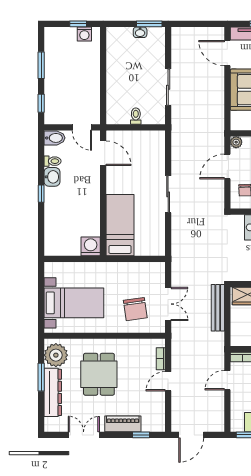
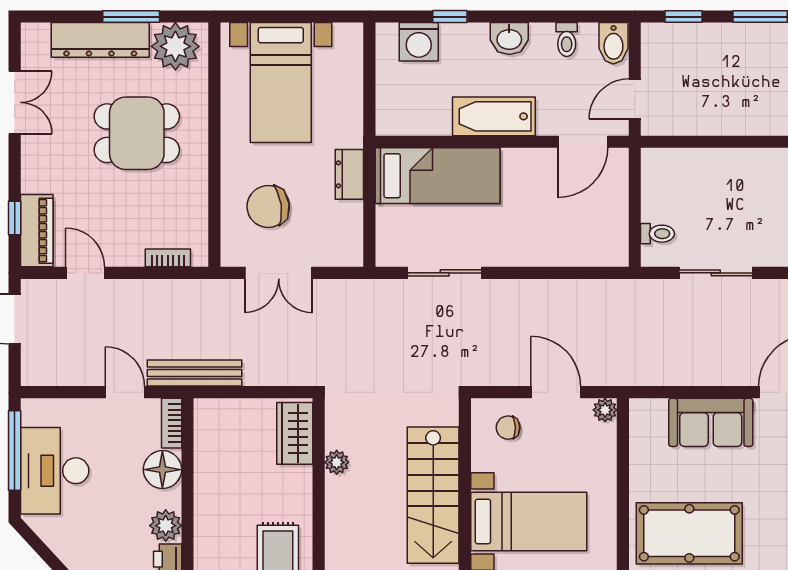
toilet: (136, 116) -> (657, 234), moved
washbasin: (52, 177) -> (509, 39), moved
window: (41, 194) -> (450, 17), moved
sliding door: (168, 194) -> (445, 273), moved
bathtub: (91, 197) -> (494, 116), added
washing machine: (91, 246) -> (419, 42), moved, turned 90
dresser: (119, 269) -> (349, 174), added
bench: (218, 308) -> (194, 373), moved
door: (168, 381) -> (85, 273), moved
piano: (123, 424) -> (37, 231), moved

